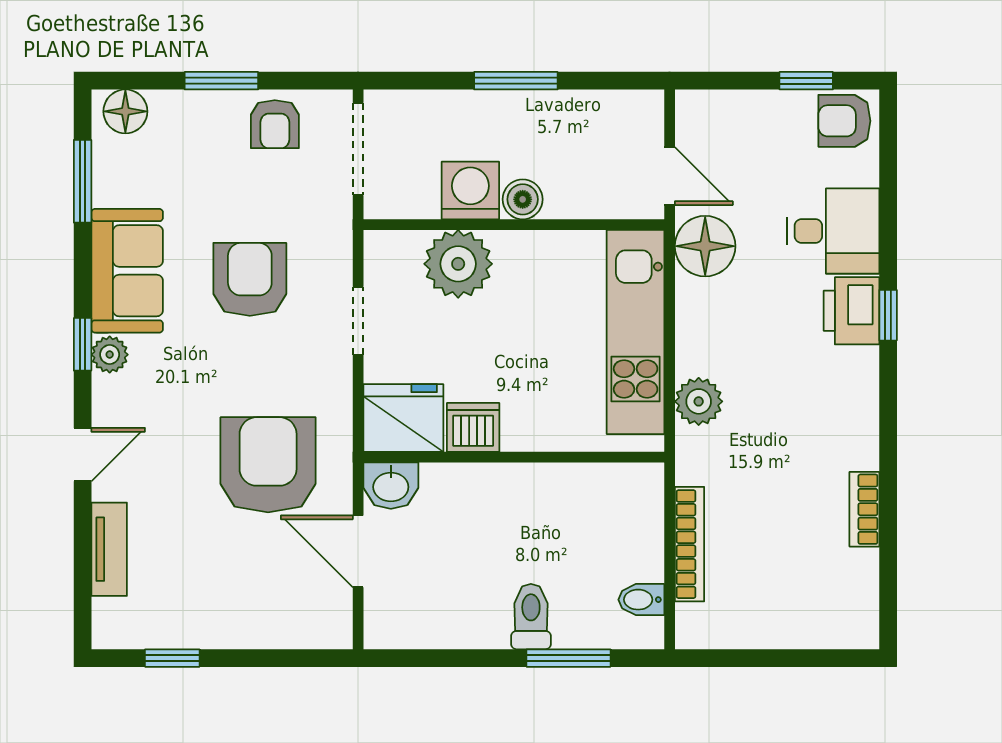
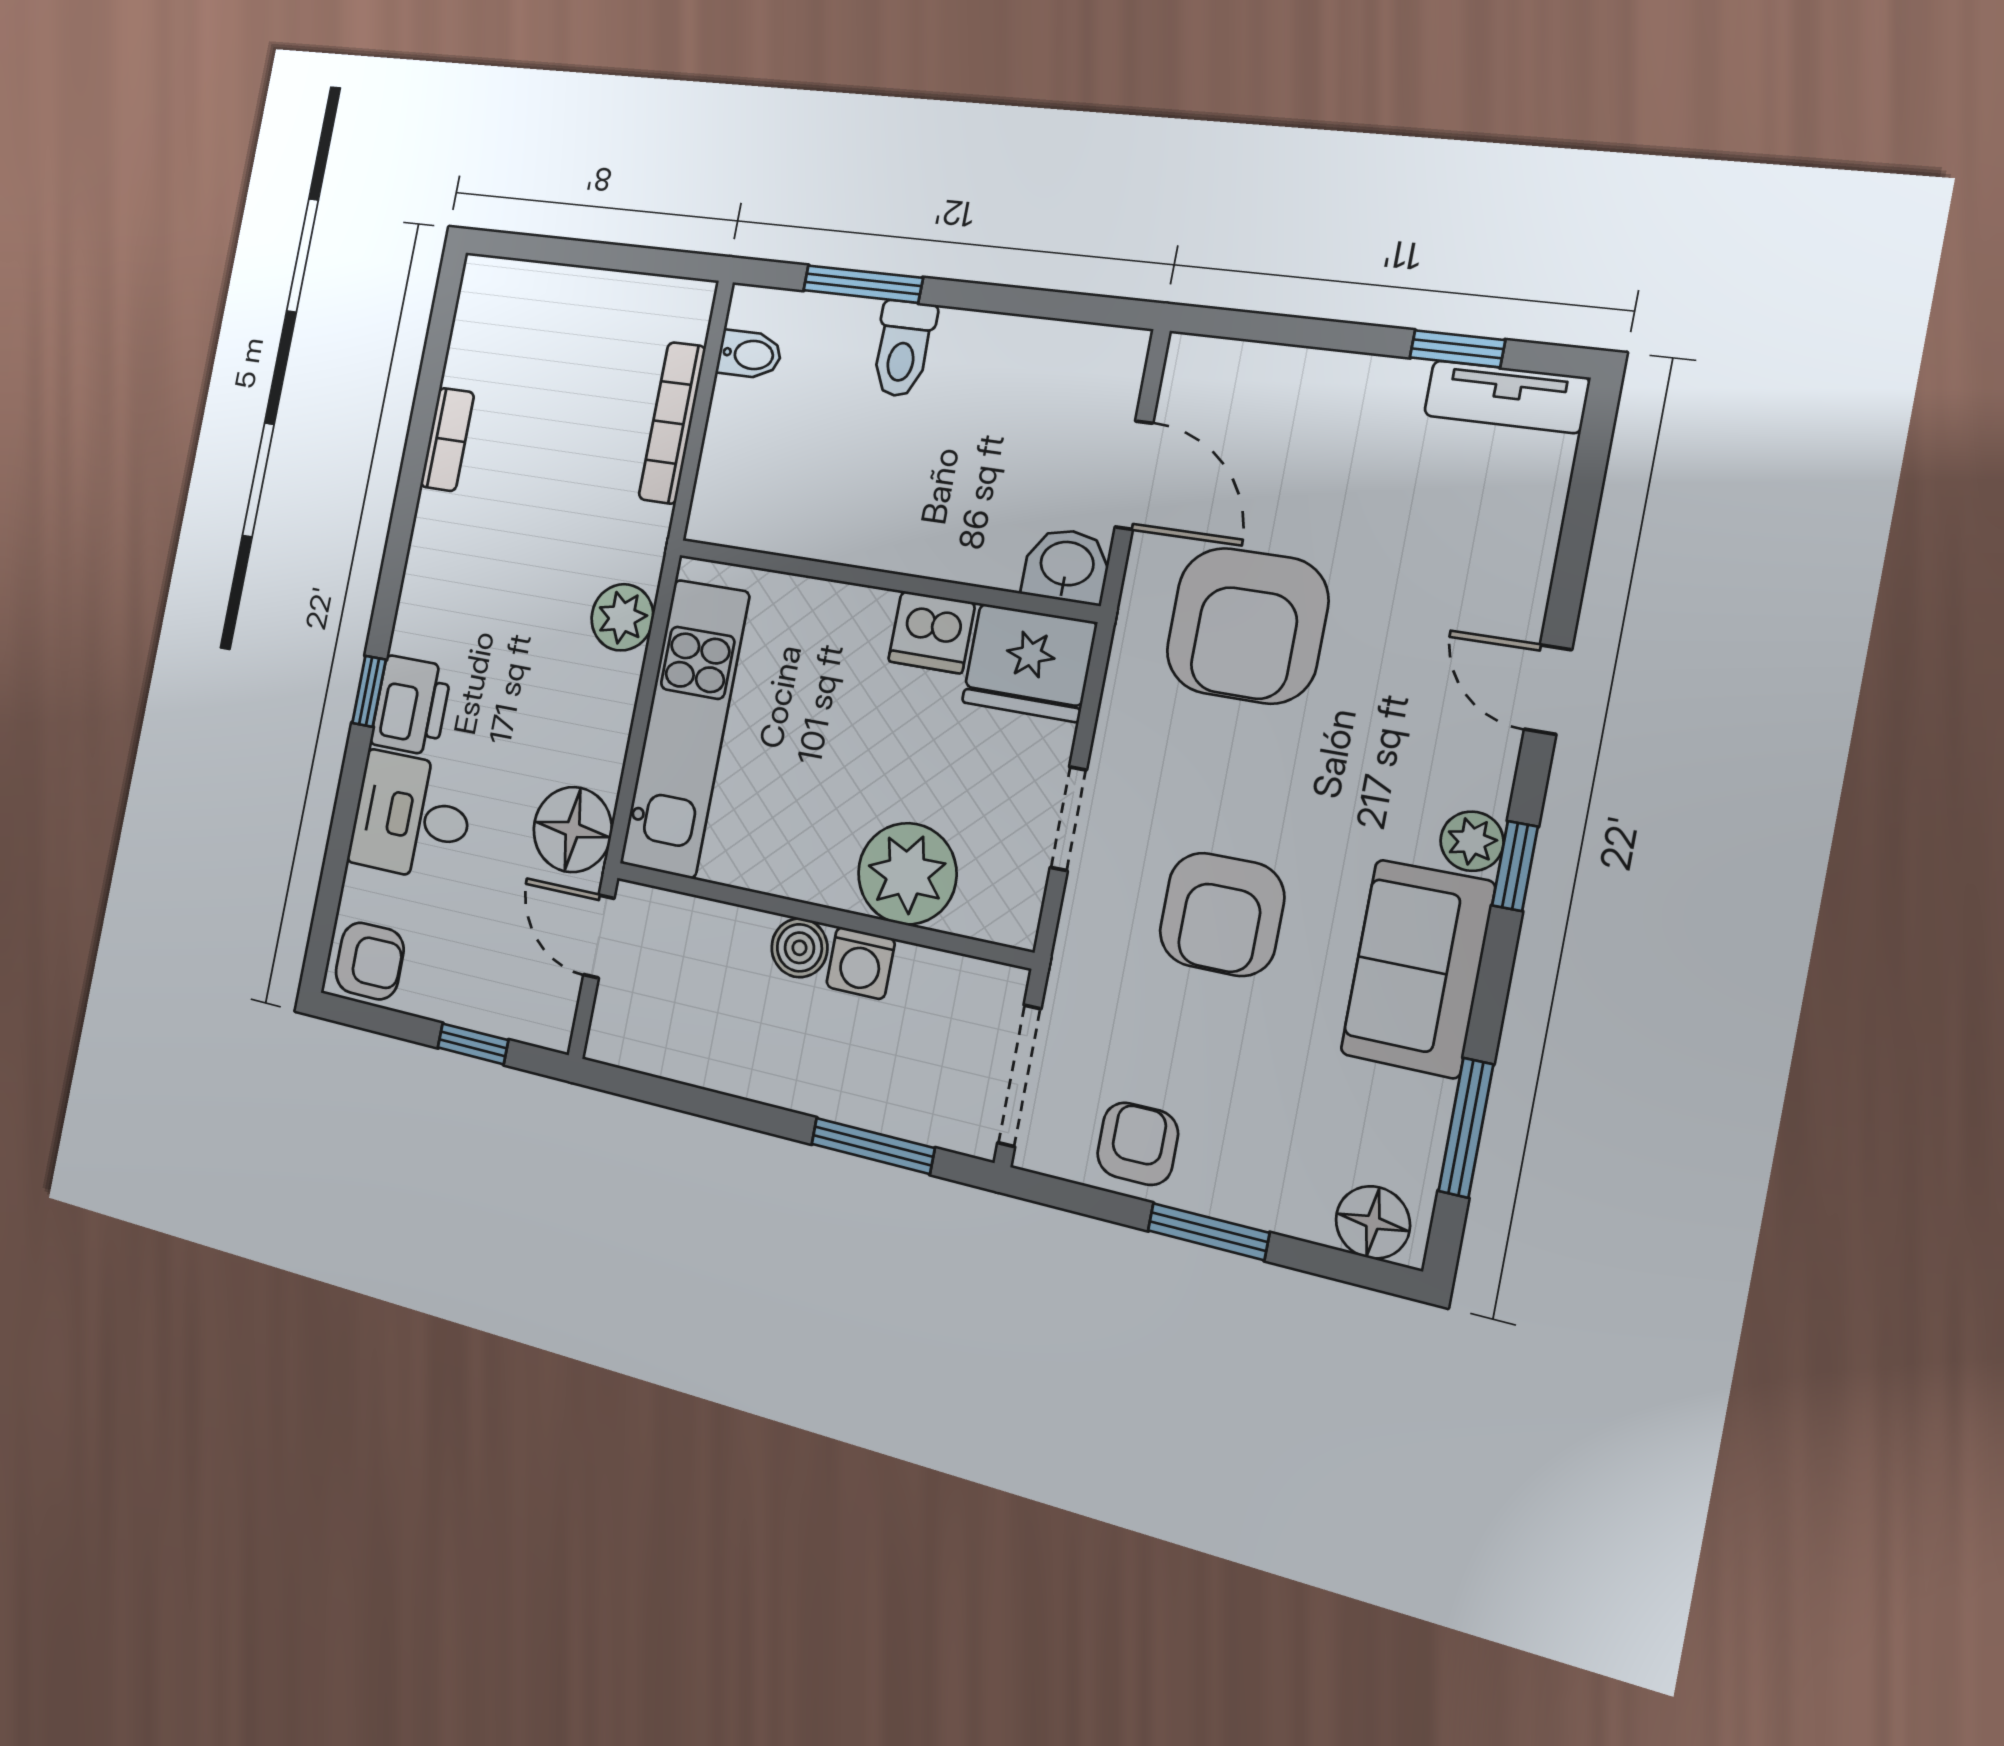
window: (516, 81) -> (873, 1146), moved
window: (806, 81) -> (473, 1044), moved
washing machine: (470, 190) -> (861, 963), width x0.73, depth x0.73
door: (83, 455) -> (1548, 690), hinge flipped
tv unit: (109, 549) -> (1506, 397), moved, turned -90

